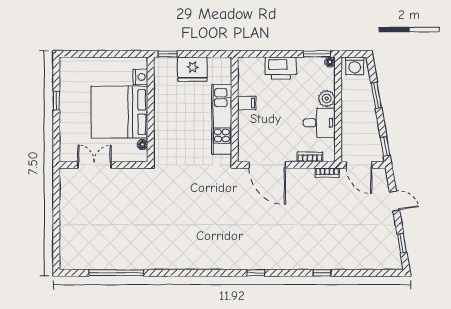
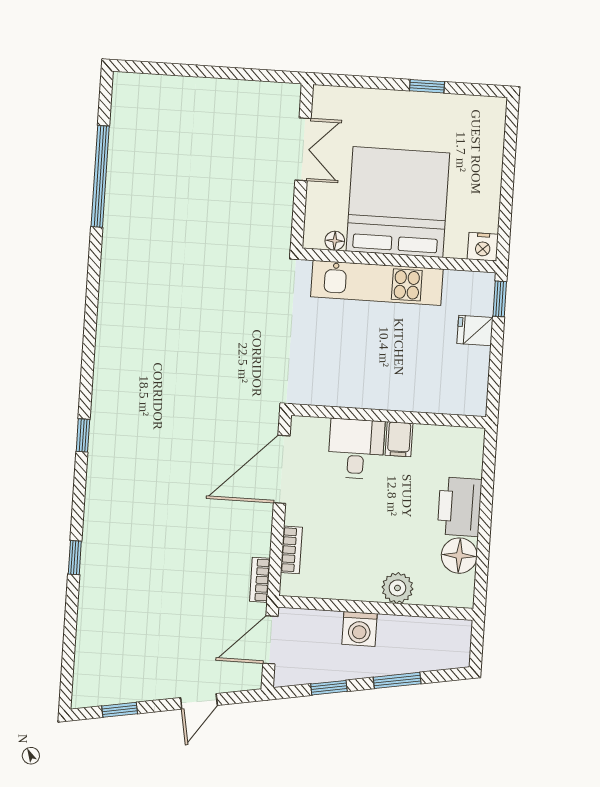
window: (317, 54) -> (481, 575), removed
floor lamp: (330, 62) -> (459, 556), moved, width x1.89, depth x1.89
washing machine: (355, 66) -> (359, 629), moved, turned -90
fridge: (192, 69) -> (475, 330), width x0.53, depth x0.75
nightstand: (140, 77) -> (483, 247), moved
kitchen unit: (222, 119) -> (377, 283), moved, turned 180
desk: (319, 123) -> (356, 449), moved, turned 180
window: (385, 146) -> (329, 688), moved

